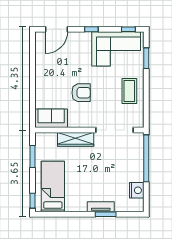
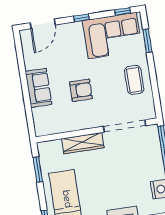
sofa: (51, 118) -> (39, 88), moved, turned 90

